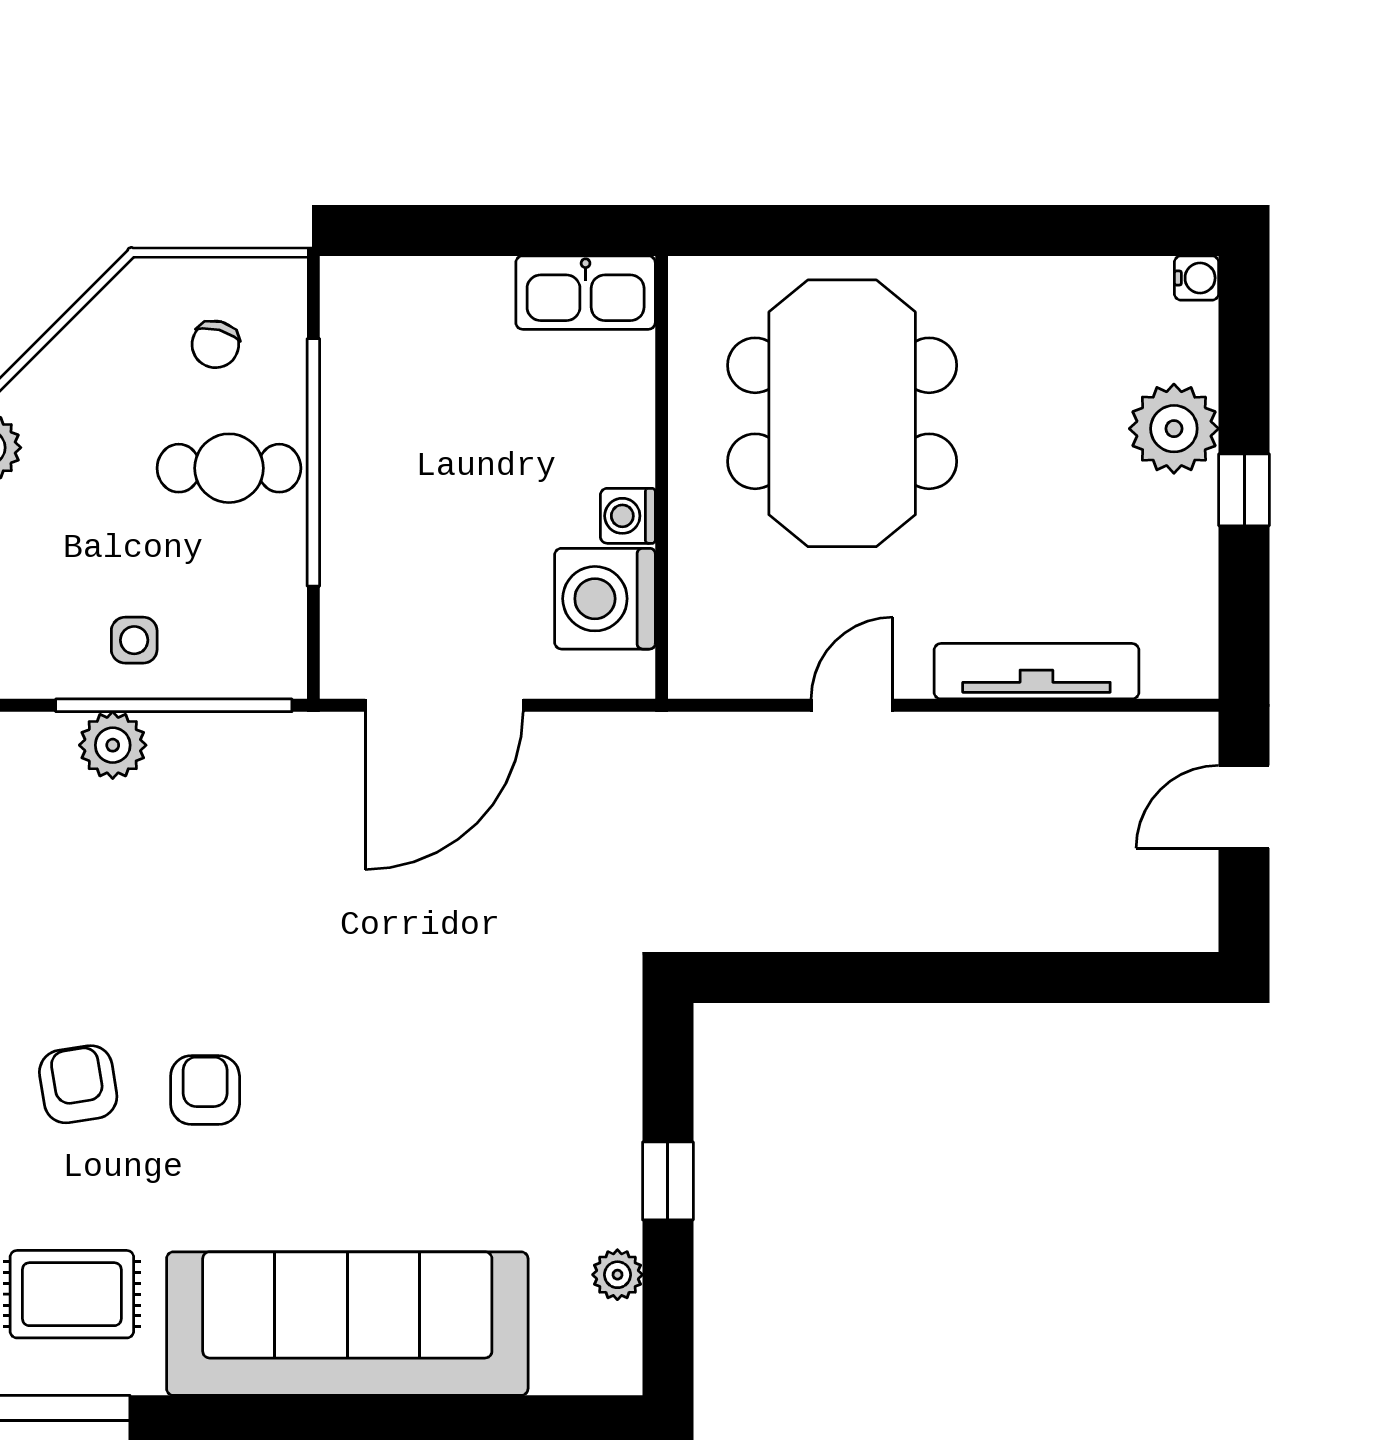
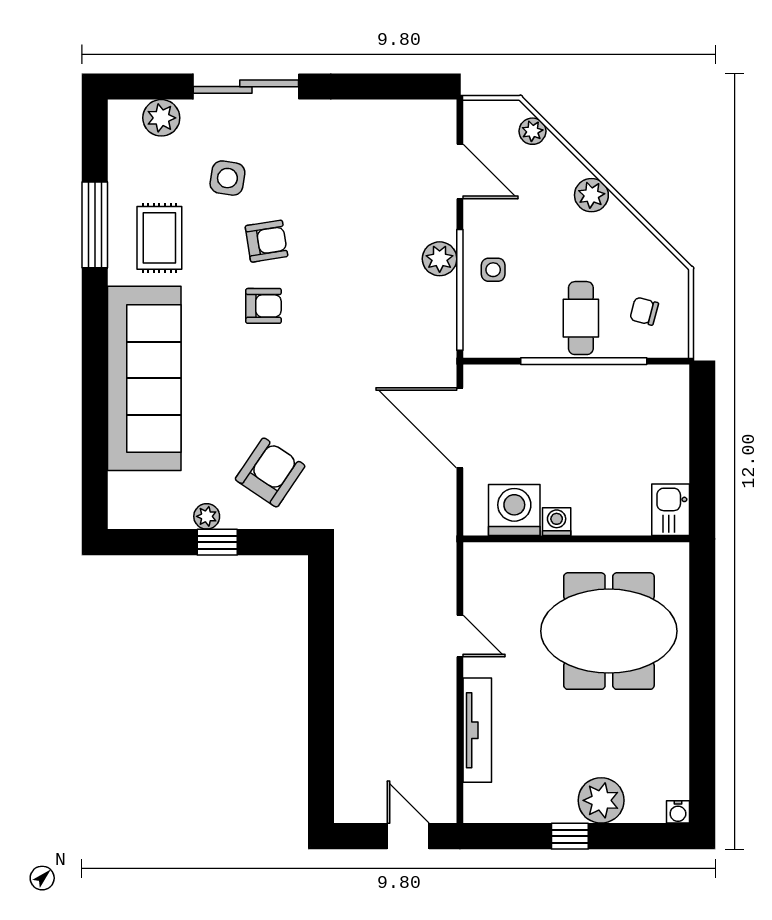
kitchen sink: (586, 293) -> (671, 510), width x0.73
armchair: (531, 1077) -> (270, 472), added
plant: (617, 1275) -> (207, 516), moved

